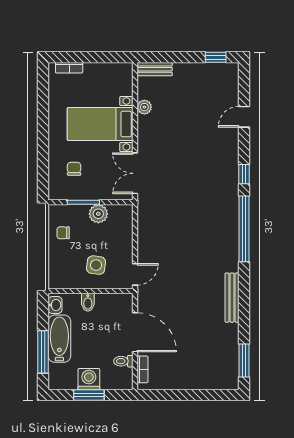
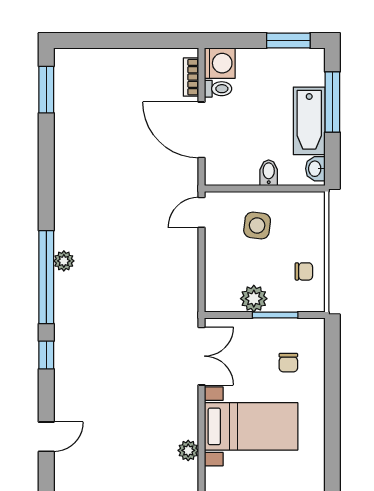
plant: (232, 240) -> (64, 261), added
bench: (232, 298) -> (63, 179), removed
washing machine: (89, 379) -> (220, 63), moved, turned -90
window: (89, 395) -> (288, 40), moved

